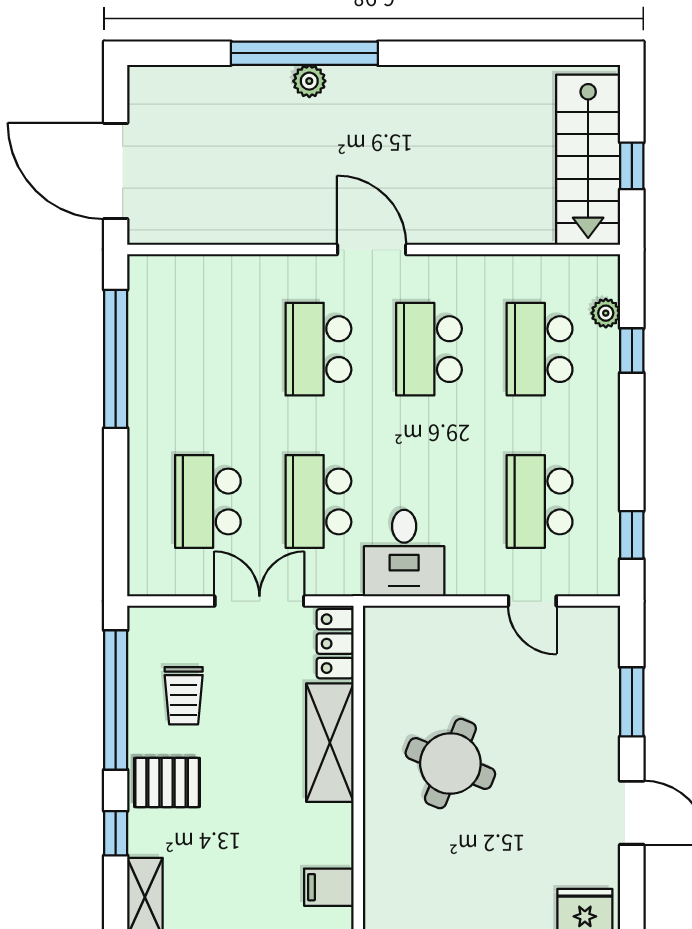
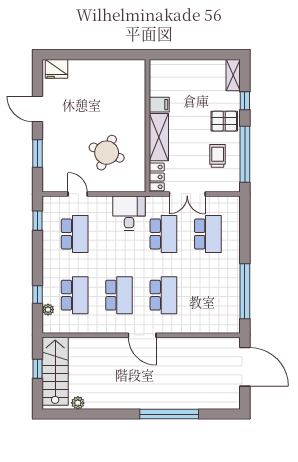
plant: (309, 81) -> (78, 403), moved
round table: (450, 764) -> (107, 153), moved
filing cabinet: (329, 887) -> (159, 105), moved

